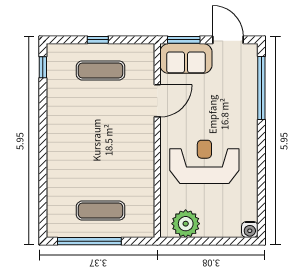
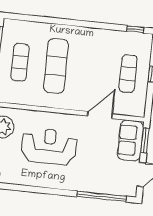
door: (157, 101) -> (100, 115), swing flipped
reception desk: (204, 162) -> (49, 146), turned -90
exercise mat: (101, 164) -> (56, 66), added

